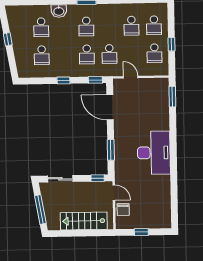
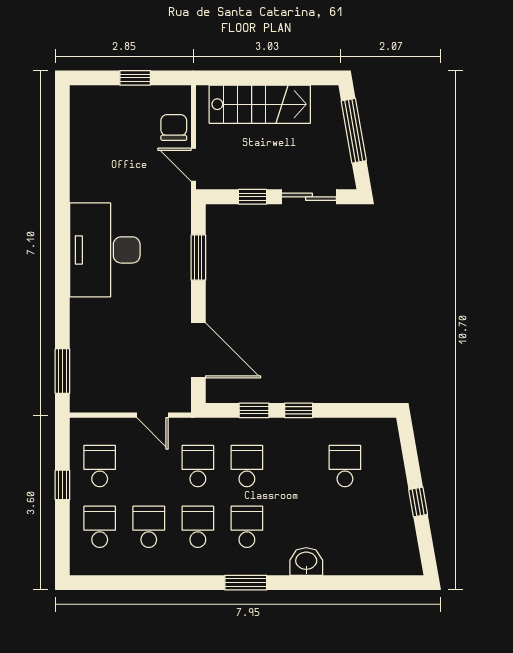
school desk: (41, 27) -> (198, 527), moved
window: (95, 80) -> (254, 410), moved
window: (98, 178) -> (253, 197), moved

